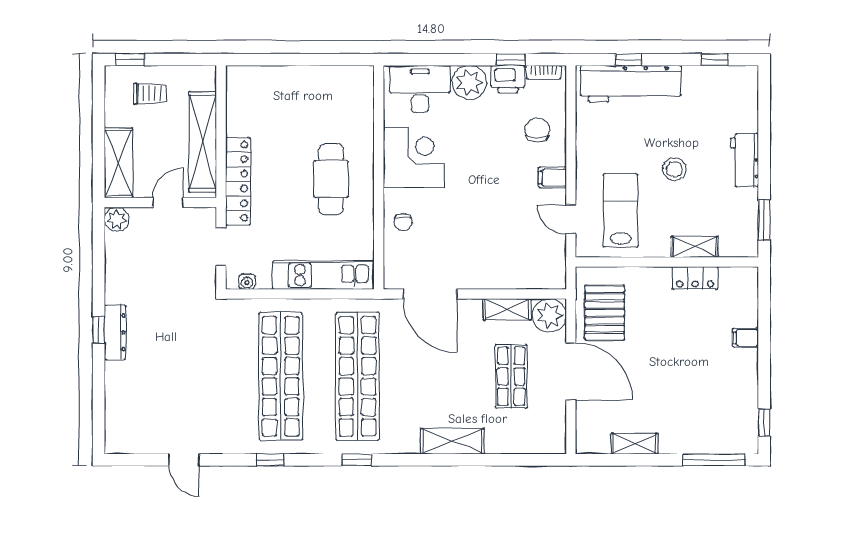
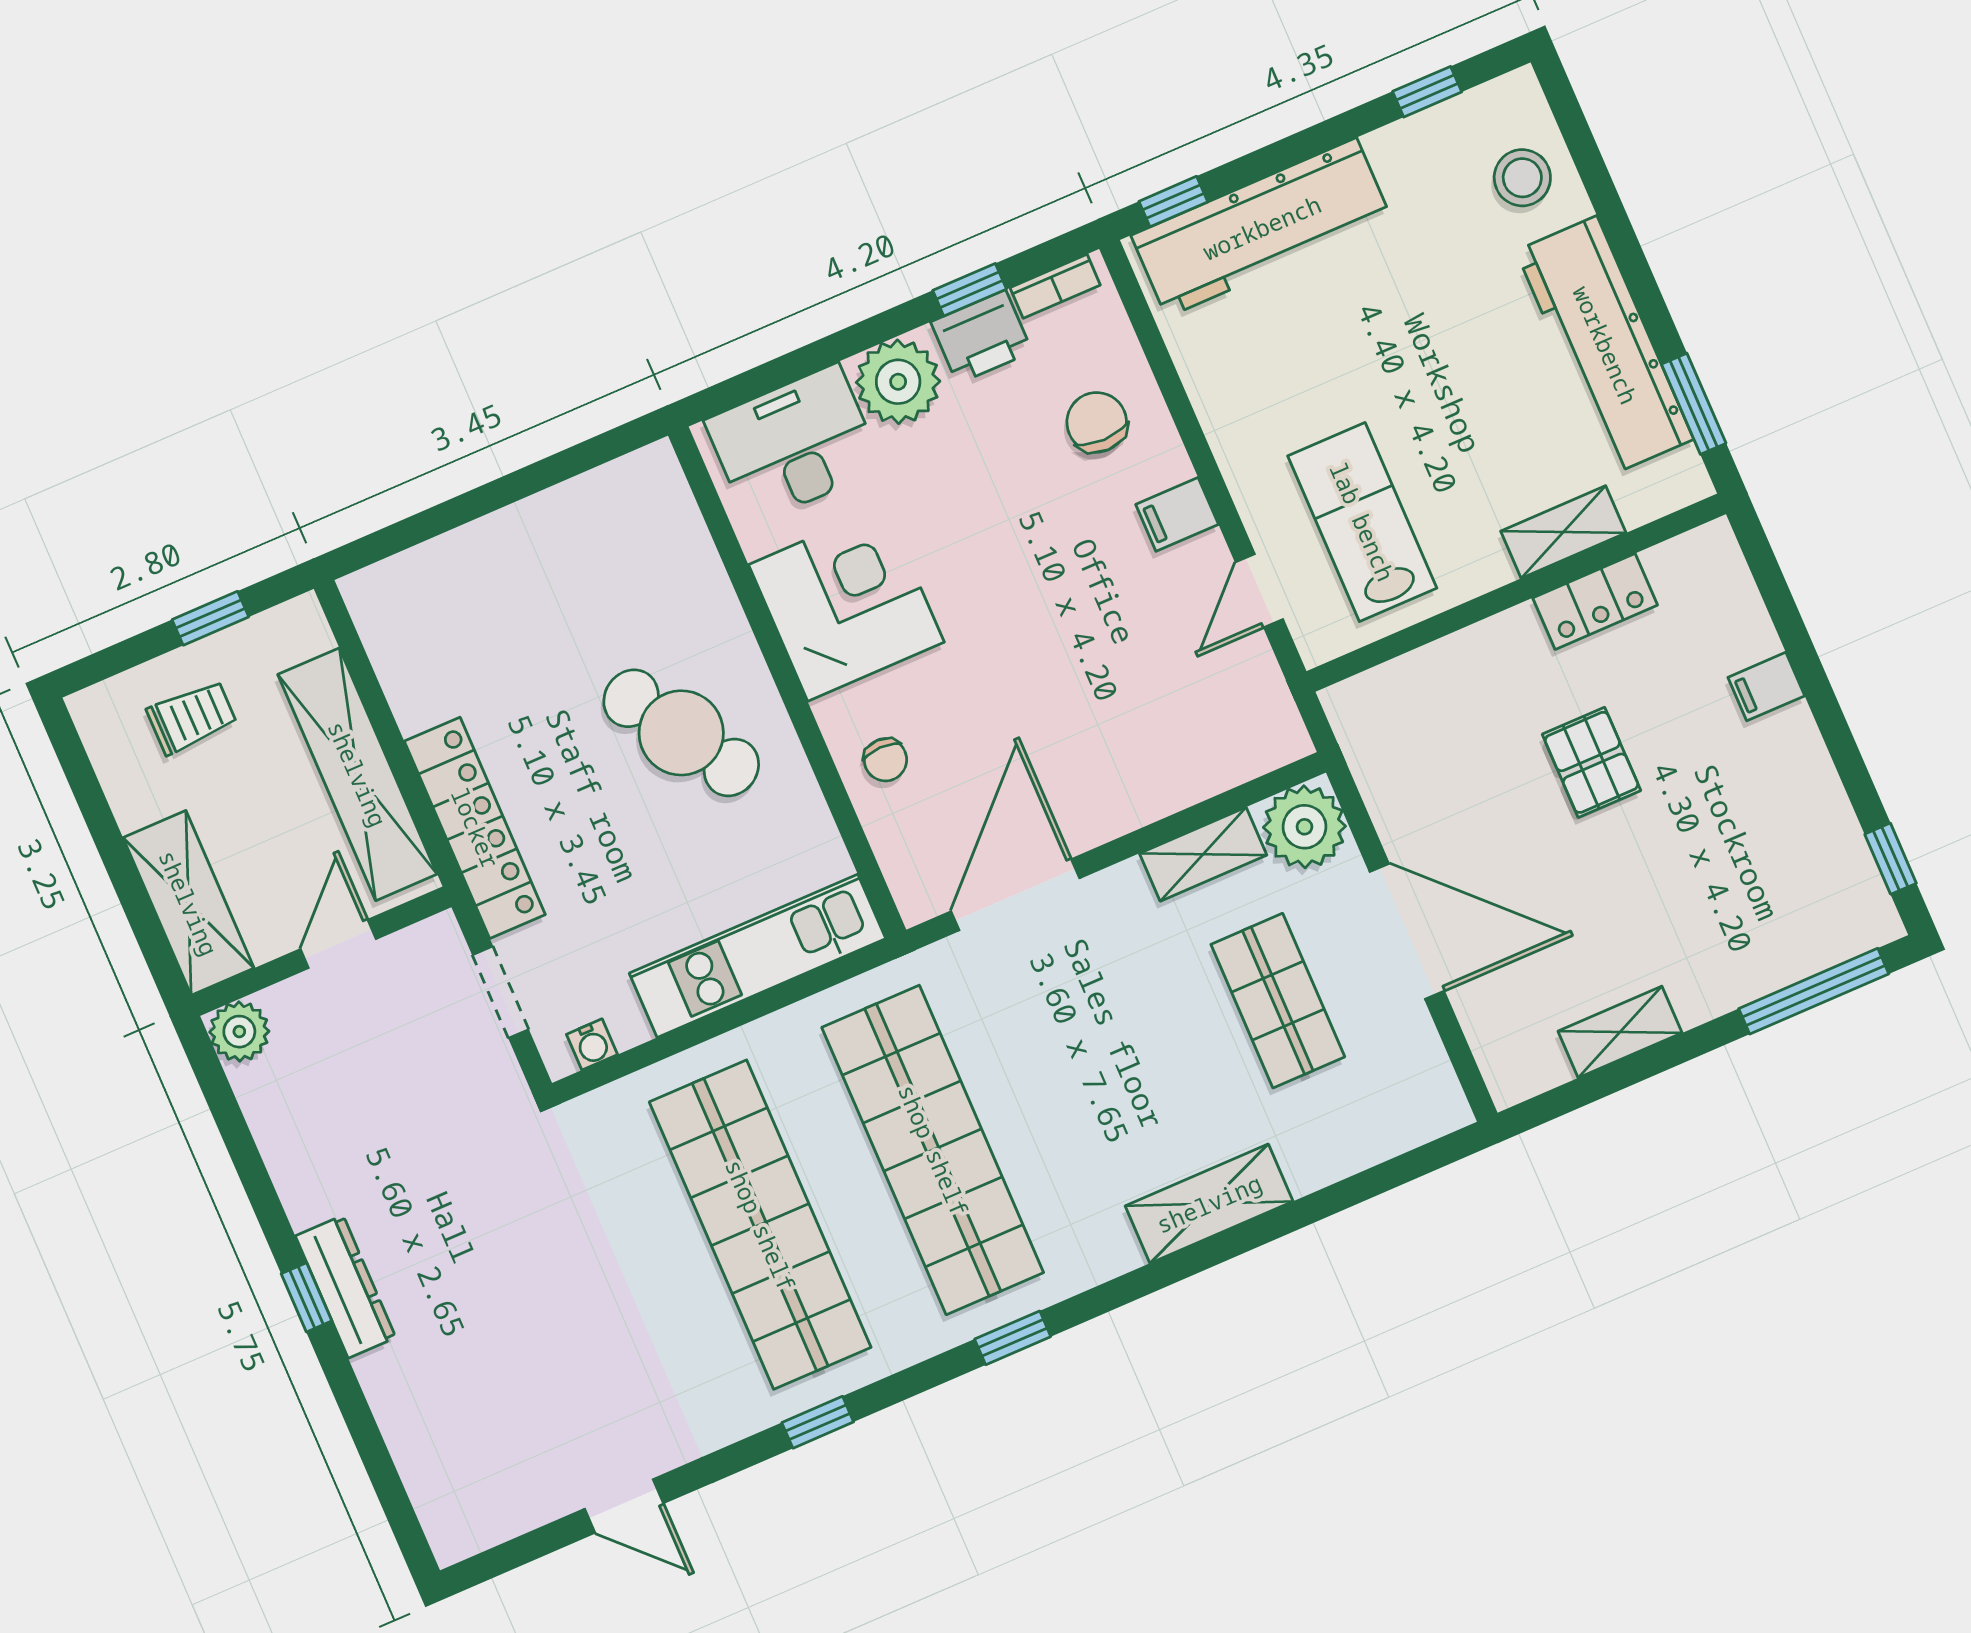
window: (130, 60) -> (210, 618), moved
window: (629, 60) -> (1173, 202), moved
workbench: (745, 160) -> (1605, 345), width x1.88, depth x1.32
stool: (674, 169) -> (1522, 178), moved
cafe table: (331, 179) -> (681, 733), turned -32
door: (571, 220) -> (1259, 591), hinge flipped
door: (430, 294) -> (1015, 895), swing flipped
pallet: (605, 313) -> (1591, 762), moved, width x0.67, depth x0.71

